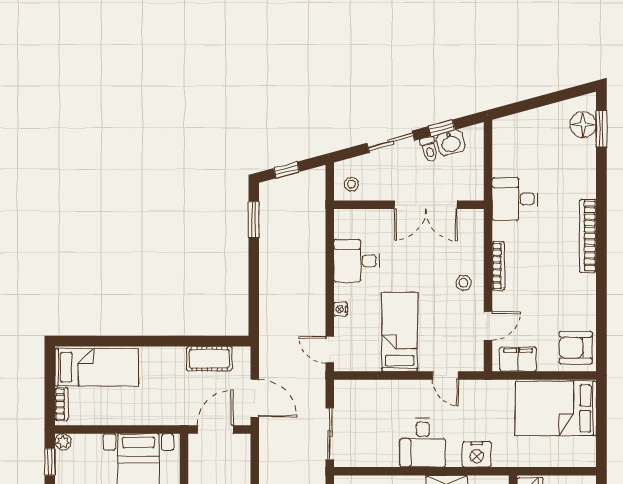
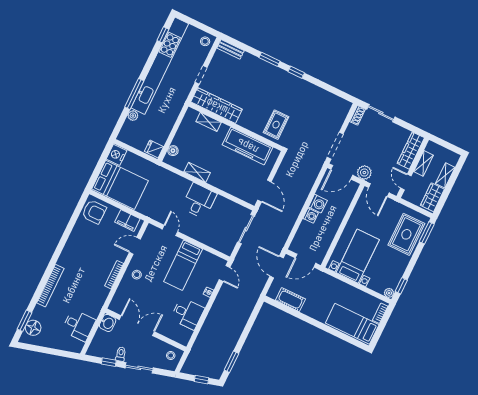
washbasin: (451, 143) -> (108, 323), moved, turned 105
desk: (515, 199) -> (79, 325), moved
bookcase: (588, 236) -> (50, 286), moved
nightstand: (477, 454) -> (116, 155), moved, turned -90

